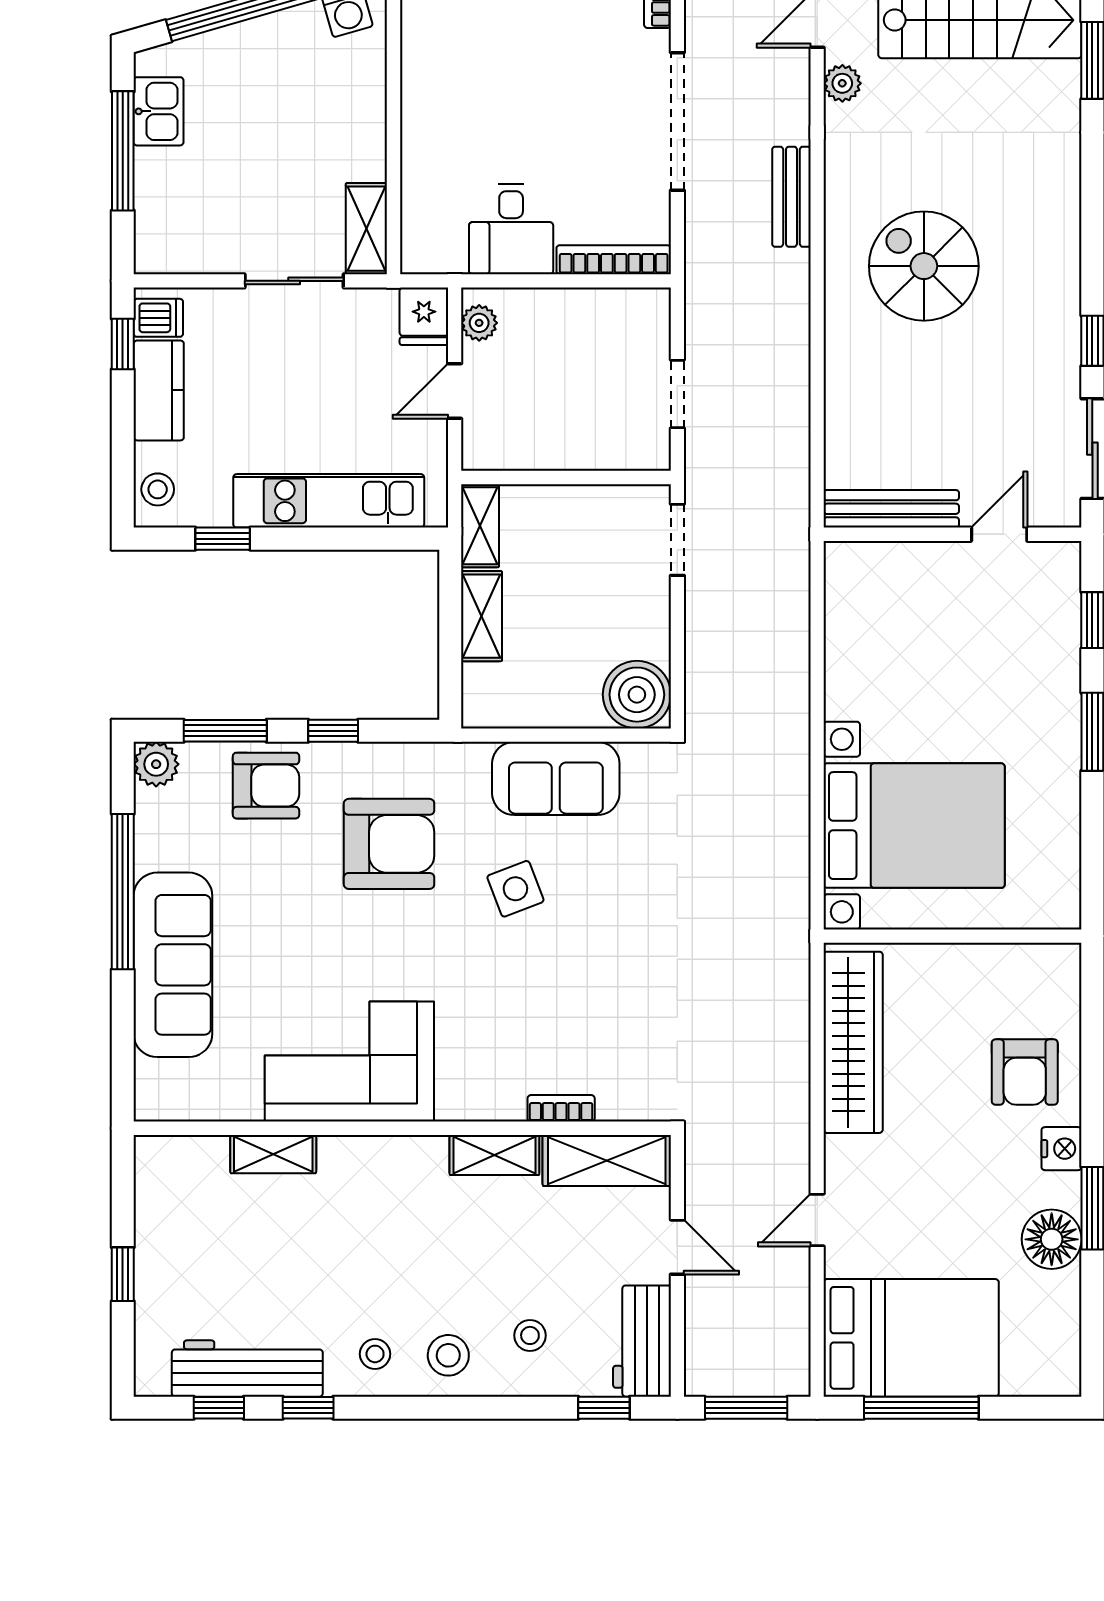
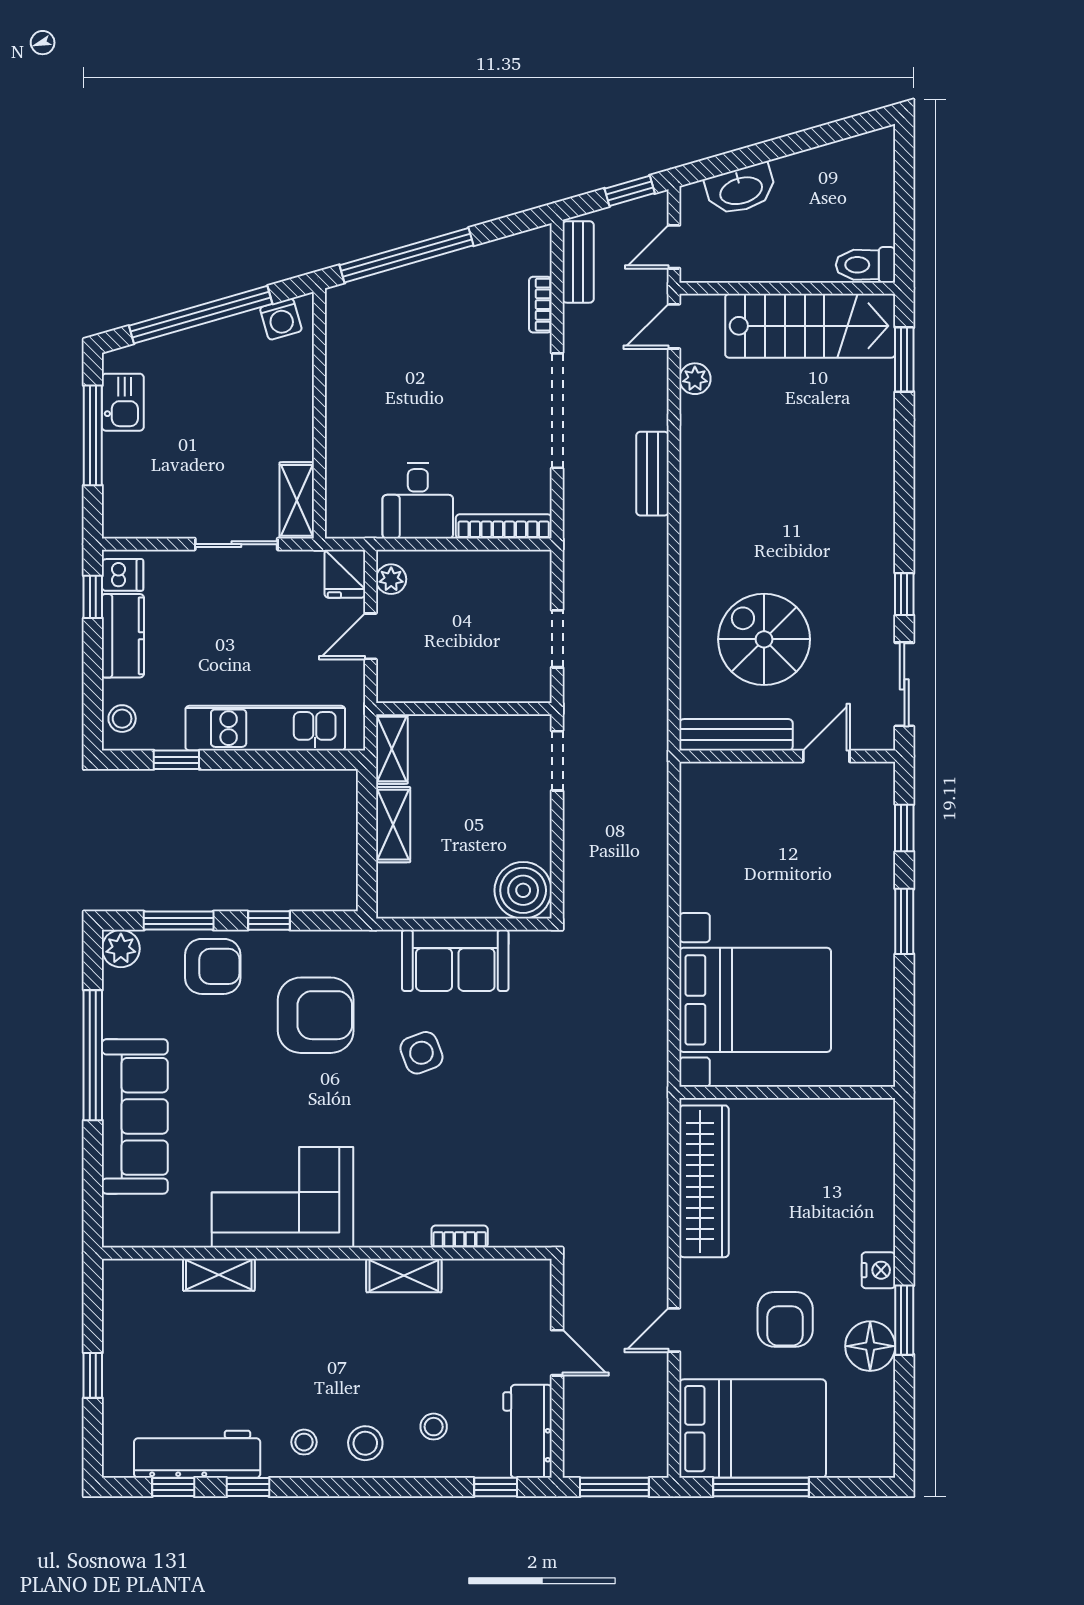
spiral stairs: (924, 266) -> (764, 639), moved
armchair: (1025, 1072) -> (785, 1319), moved
shelving: (607, 1160) -> (498, 1280), removed

